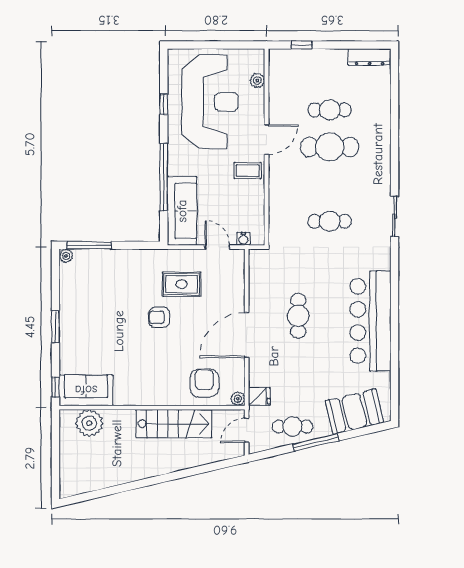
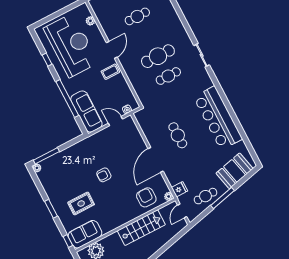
cafe table: (330, 147) -> (158, 56), moved
rug: (182, 284) -> (81, 203), moved

